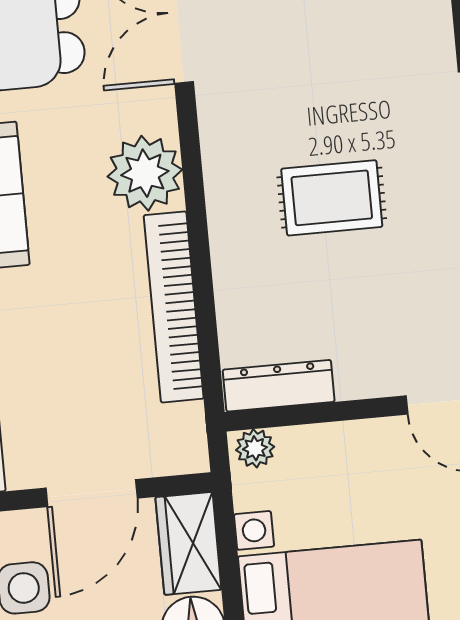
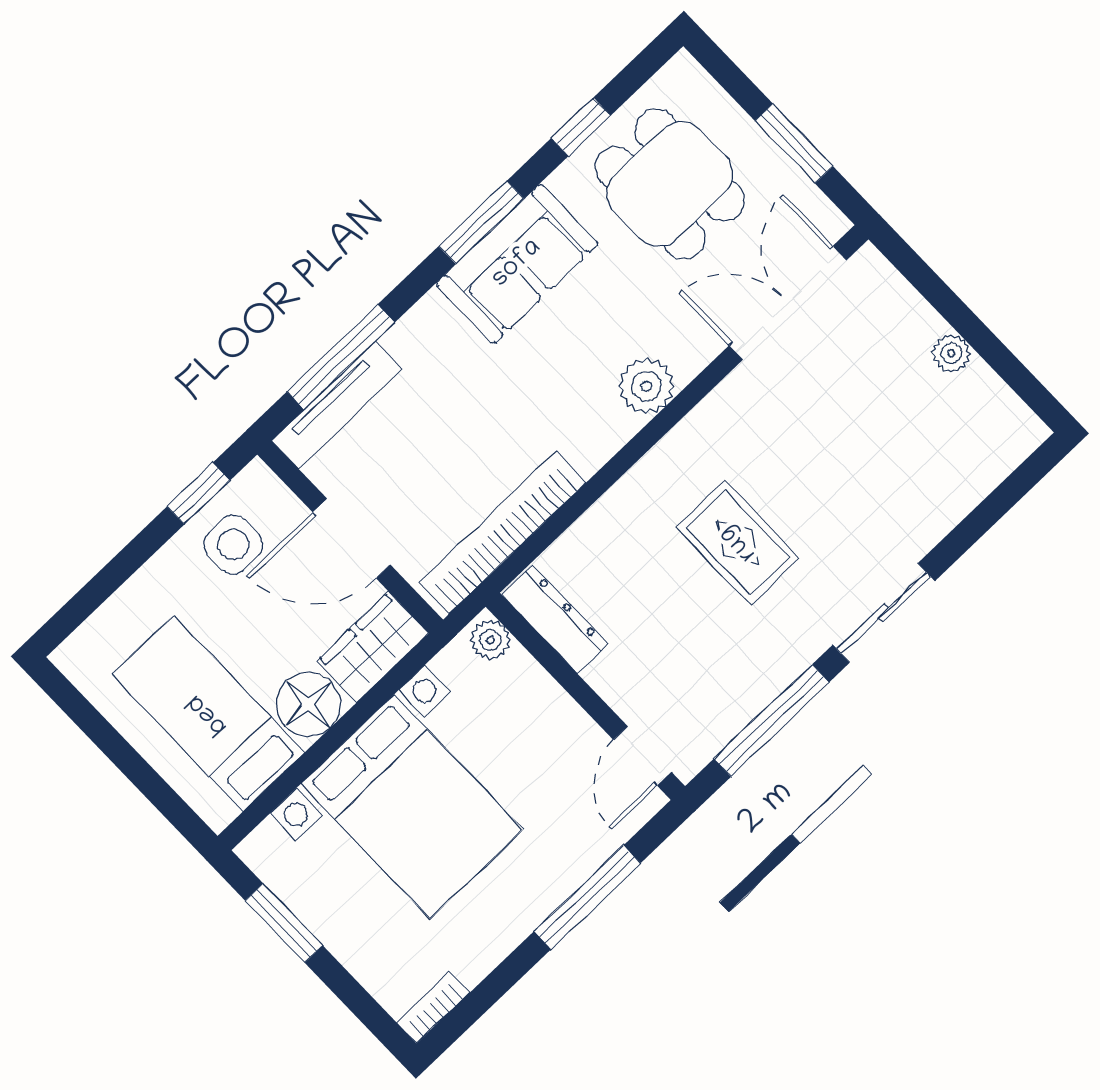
plant: (145, 173) -> (646, 386), width x0.73, depth x0.73
bookcase: (174, 307) -> (502, 533), moved

